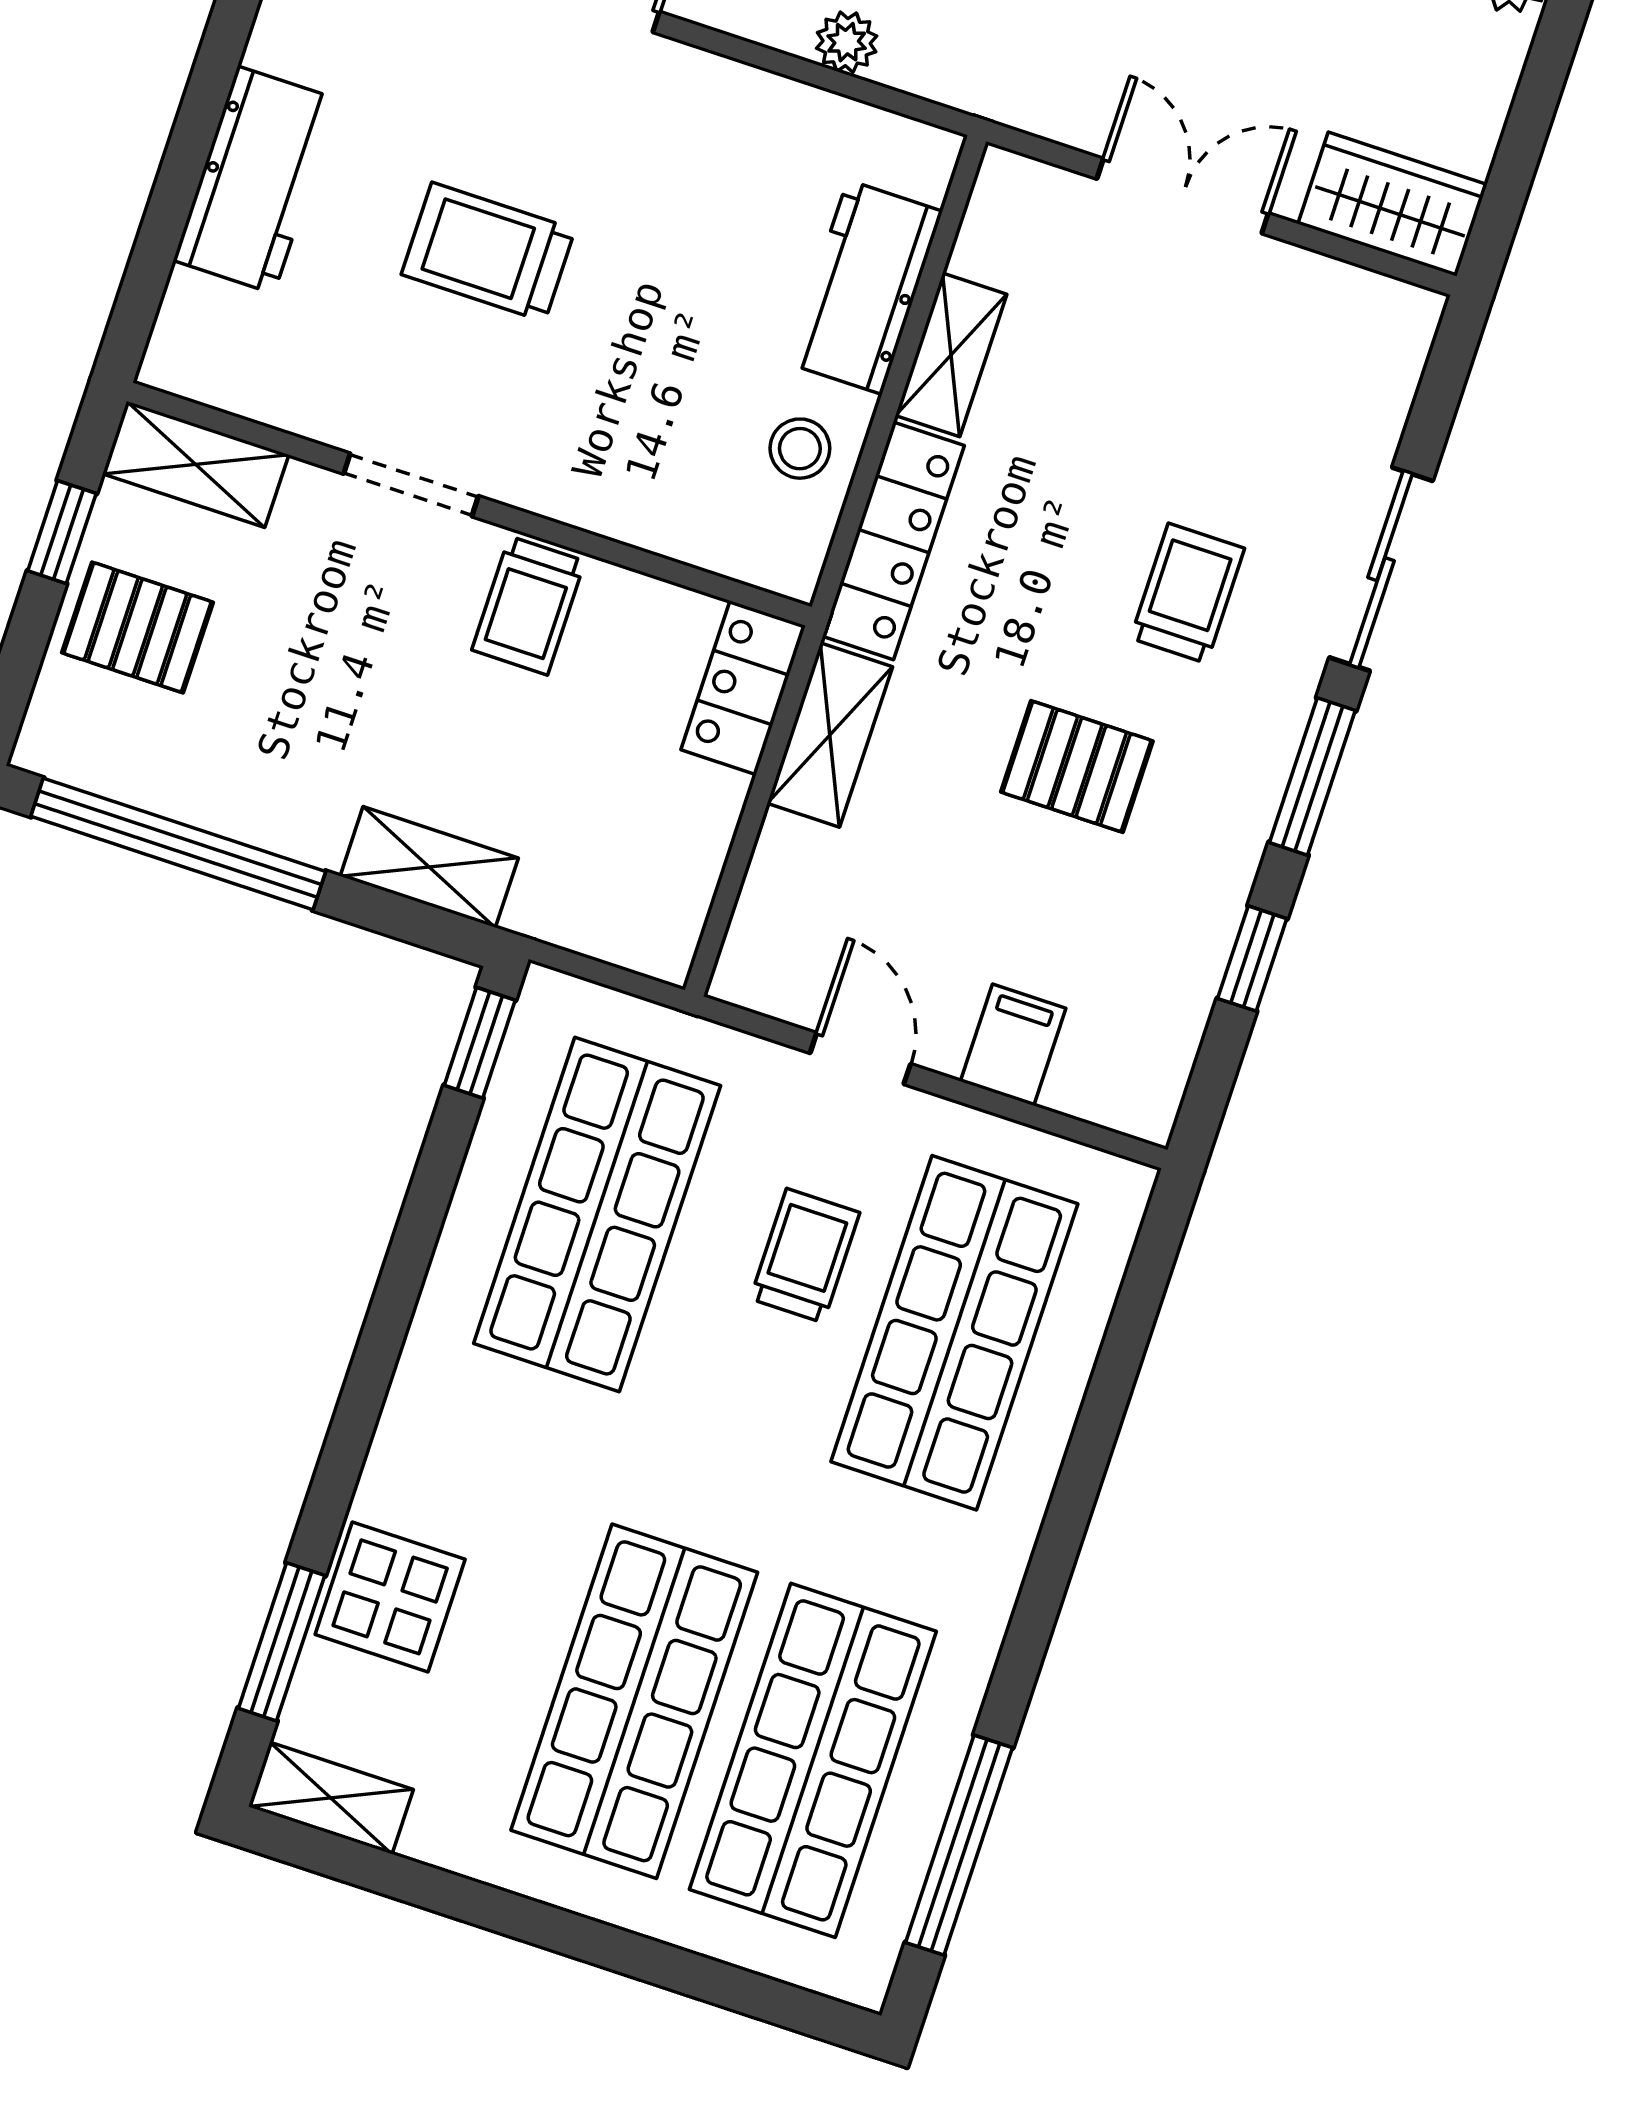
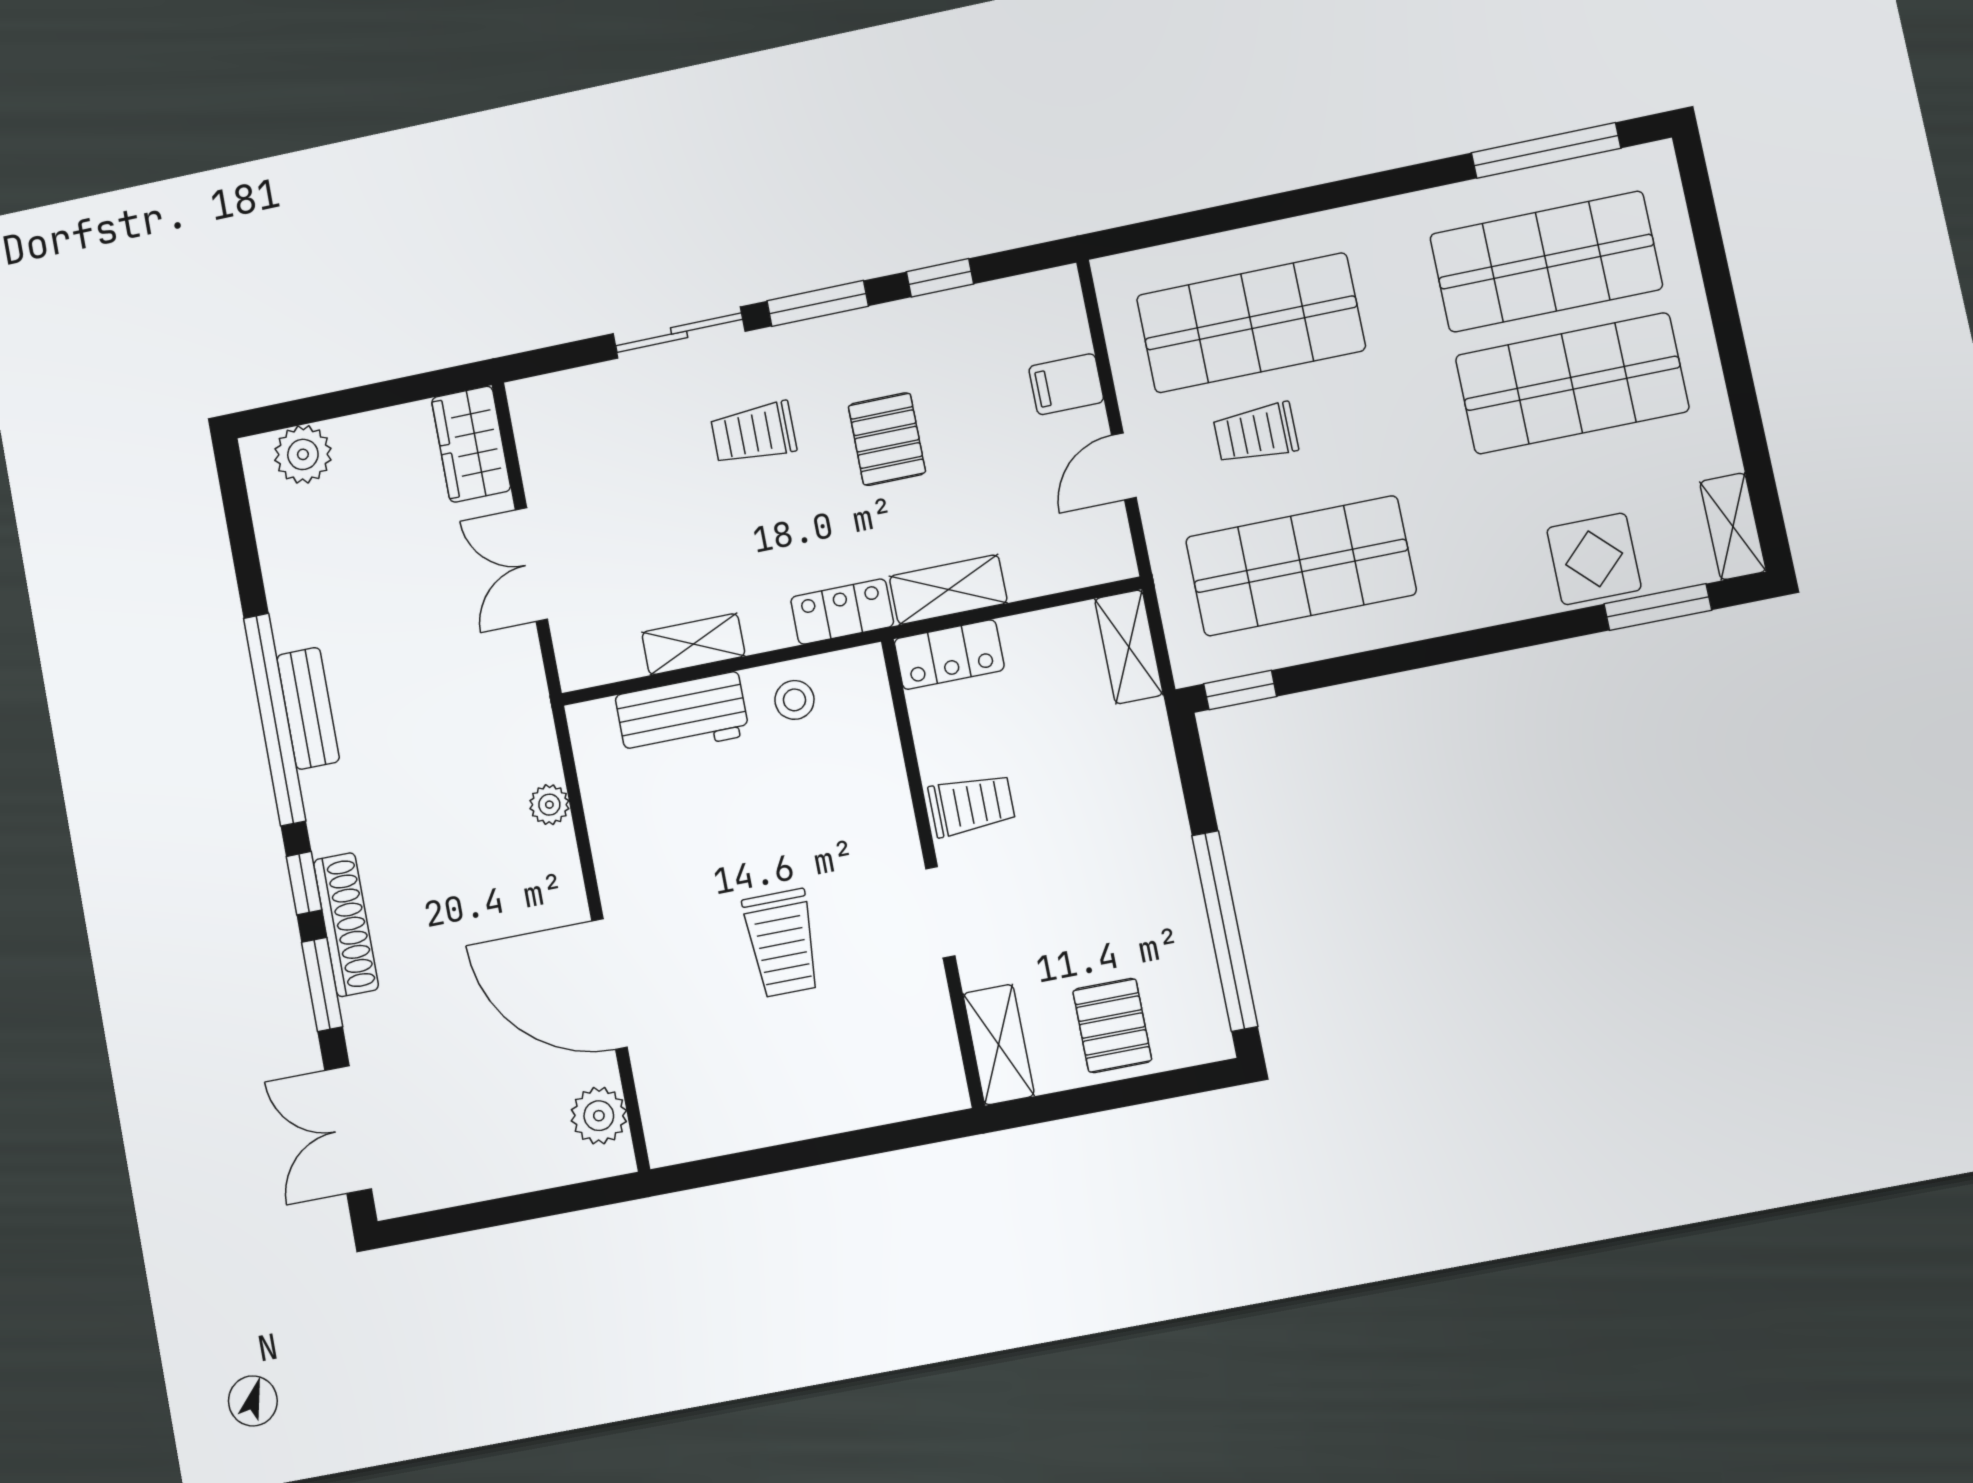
workbench: (256, 180) -> (815, 1102), removed
window: (62, 532) -> (1082, 1101), removed
locker: (893, 541) -> (842, 612), width x0.66
shelving: (429, 867) -> (1129, 647), moved

